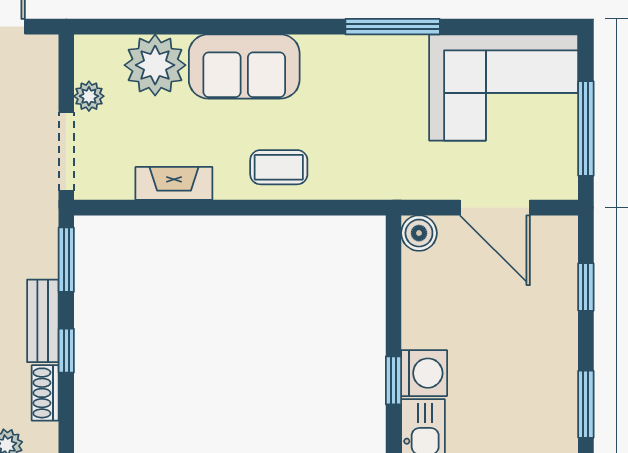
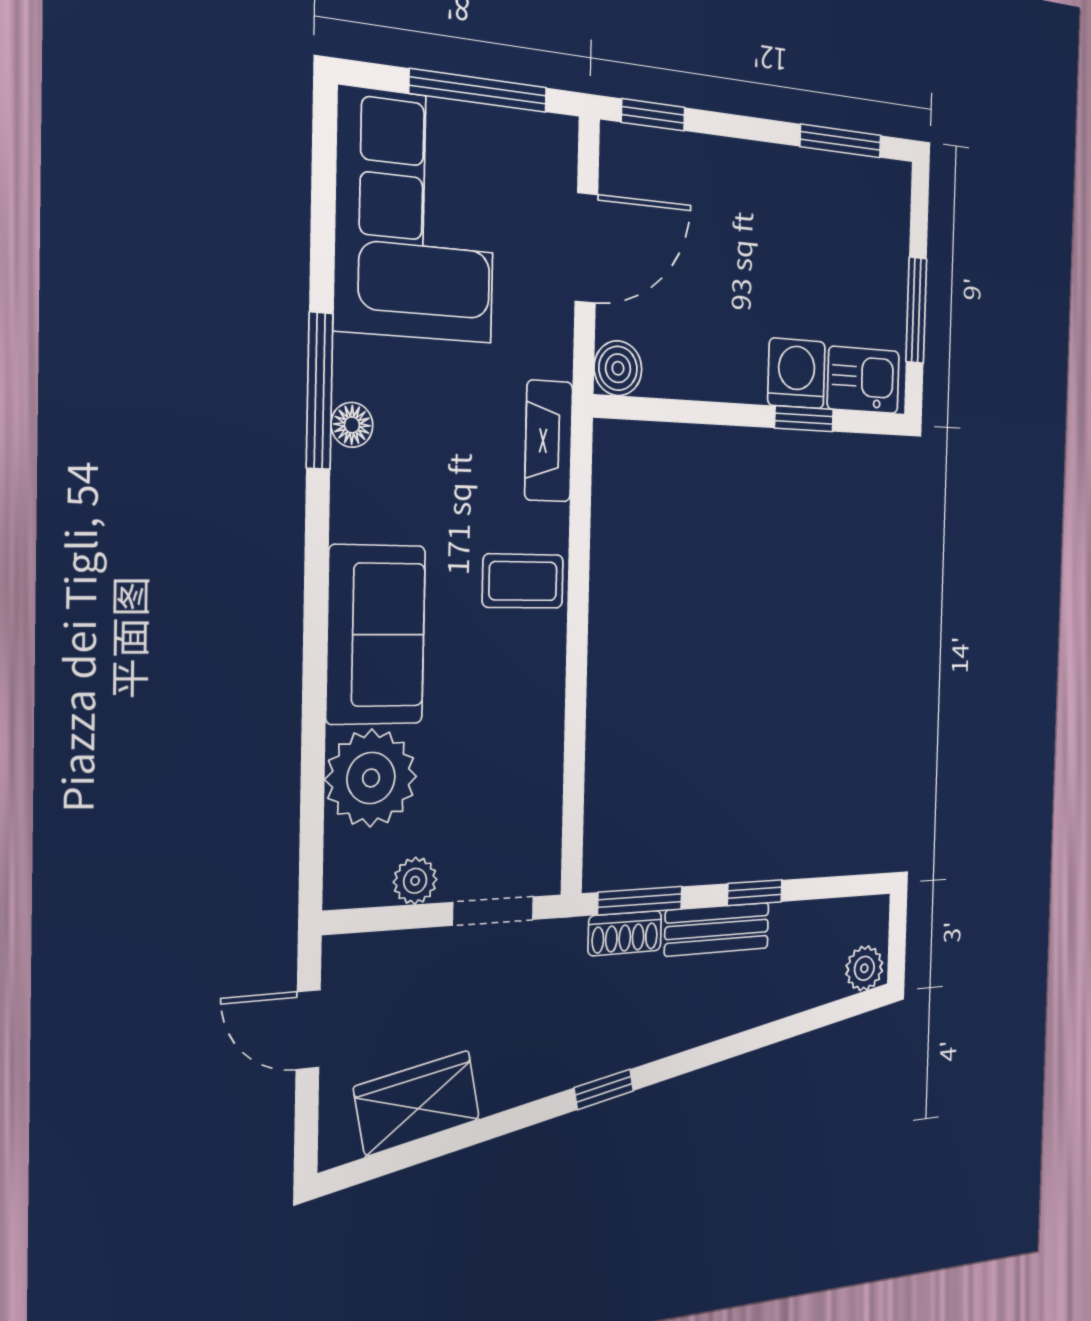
floor lamp: (373, 48) -> (352, 425), added
doorway: (66, 151) -> (493, 911), width x0.73
coffee table: (279, 167) -> (523, 581), turned 90
fireplace: (174, 183) -> (549, 441), moved
window: (586, 287) -> (653, 115), moved
shoe rack: (45, 393) -> (625, 933), moved

